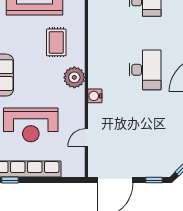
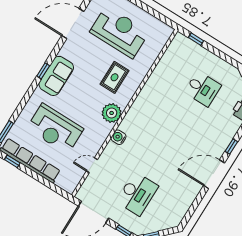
desk: (145, 70) -> (137, 194), moved

